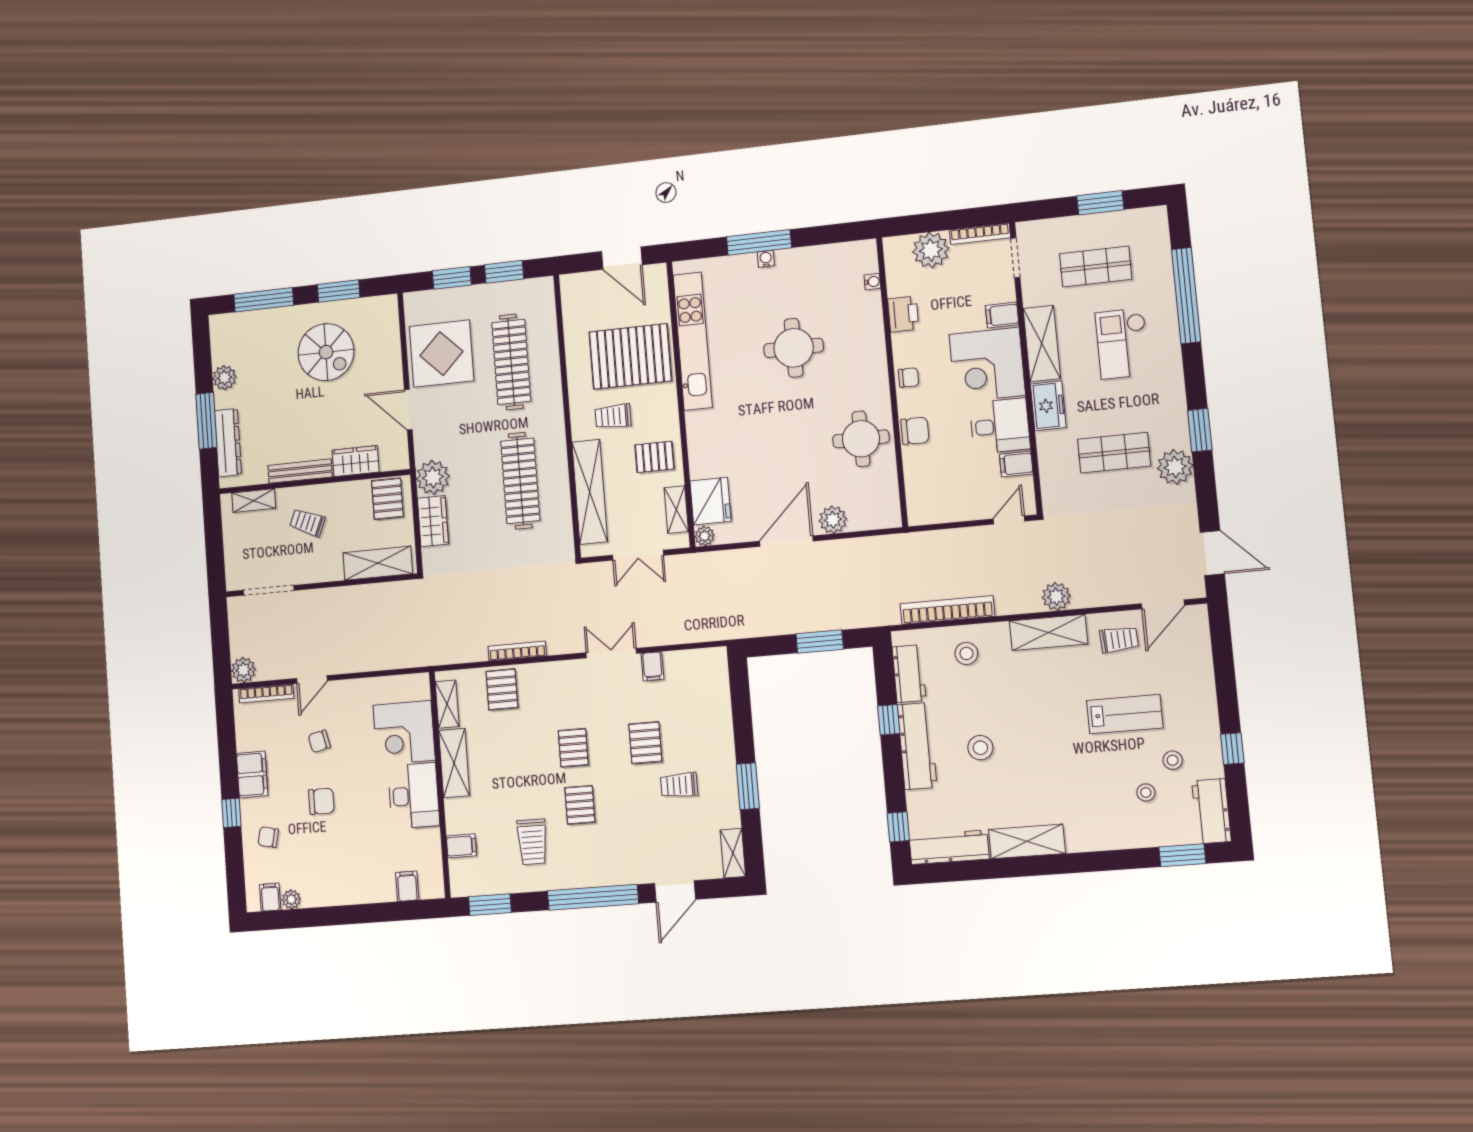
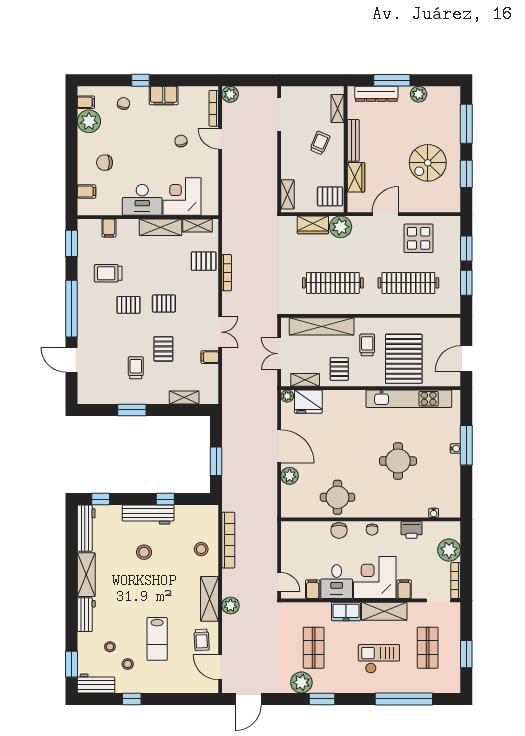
display table: (442, 354) -> (419, 238), width x0.73, depth x0.73
shelving: (378, 563) -> (288, 194), width x0.67, depth x0.75
workbench: (909, 674) -> (86, 615), moved, turned -90
pallet: (645, 743) -> (163, 349), turned 90
chair: (321, 801) -> (105, 163), moved, turned 90
shelving: (733, 853) -> (184, 397), moved
plant: (291, 899) -> (89, 121), width x1.88, depth x1.88

